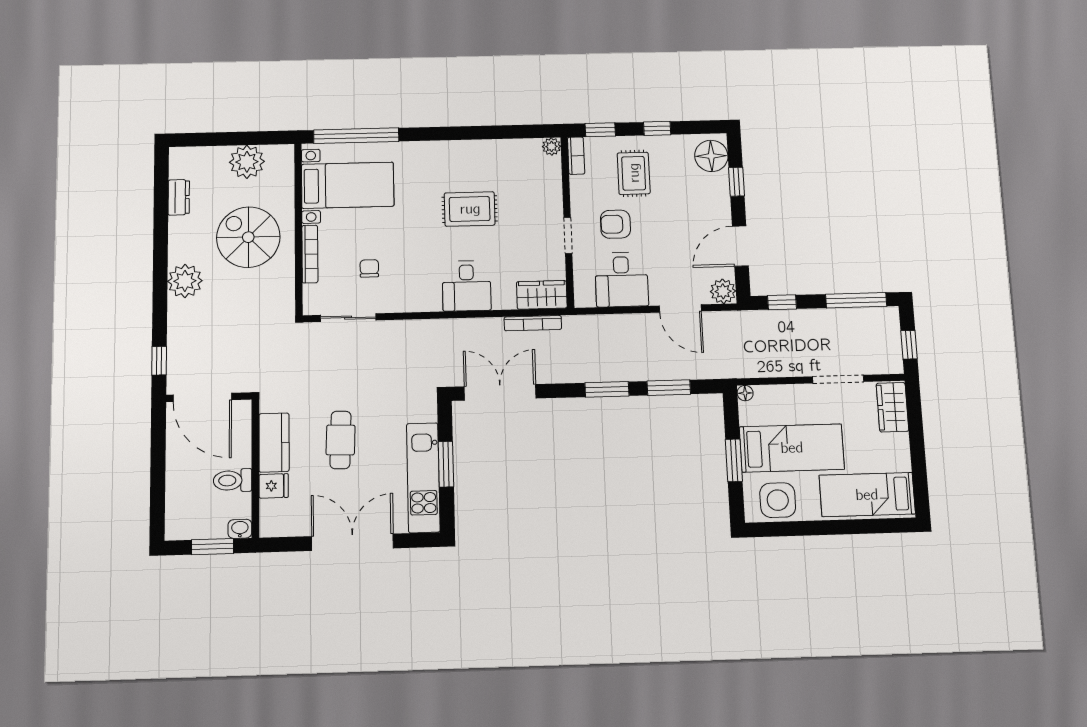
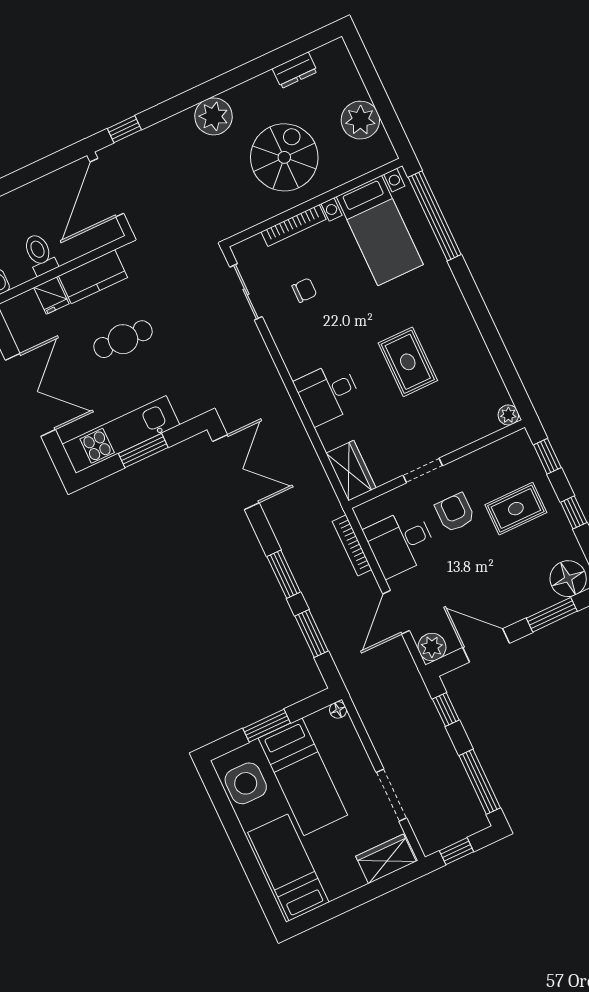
bookcase: (576, 156) -> (509, 444), removed
window: (736, 182) -> (552, 615), width x1.50
bookcase: (533, 323) -> (352, 545), moved

